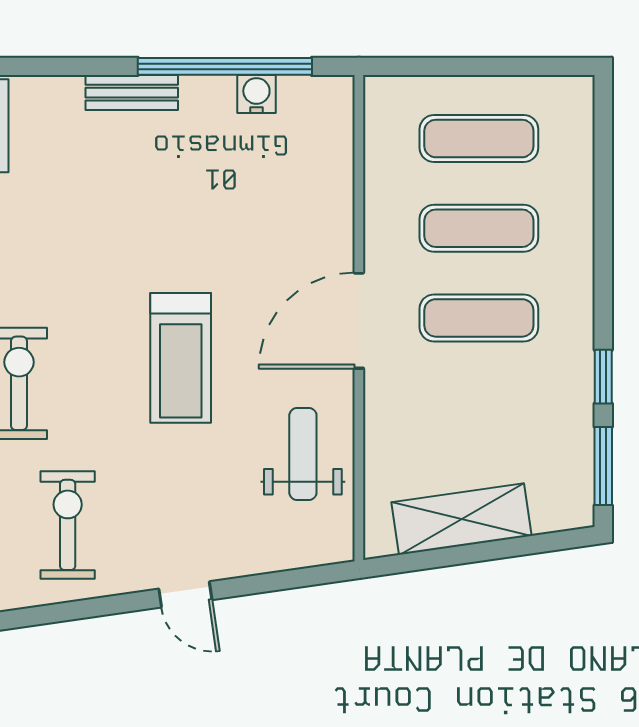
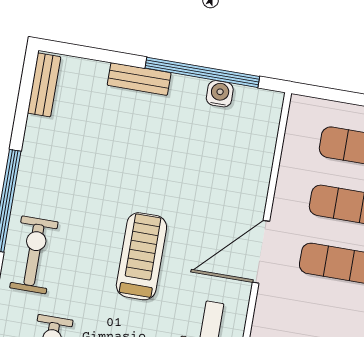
treadmill: (181, 358) -> (141, 256), turned 180

